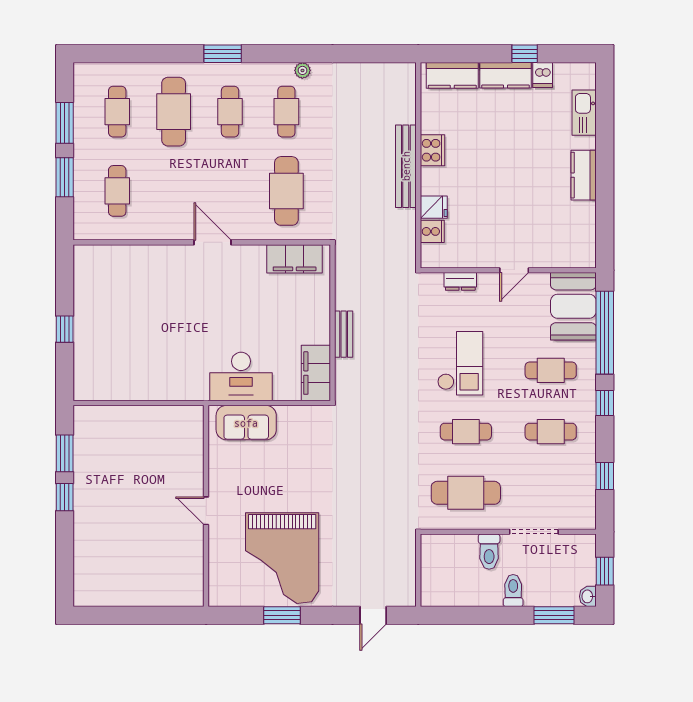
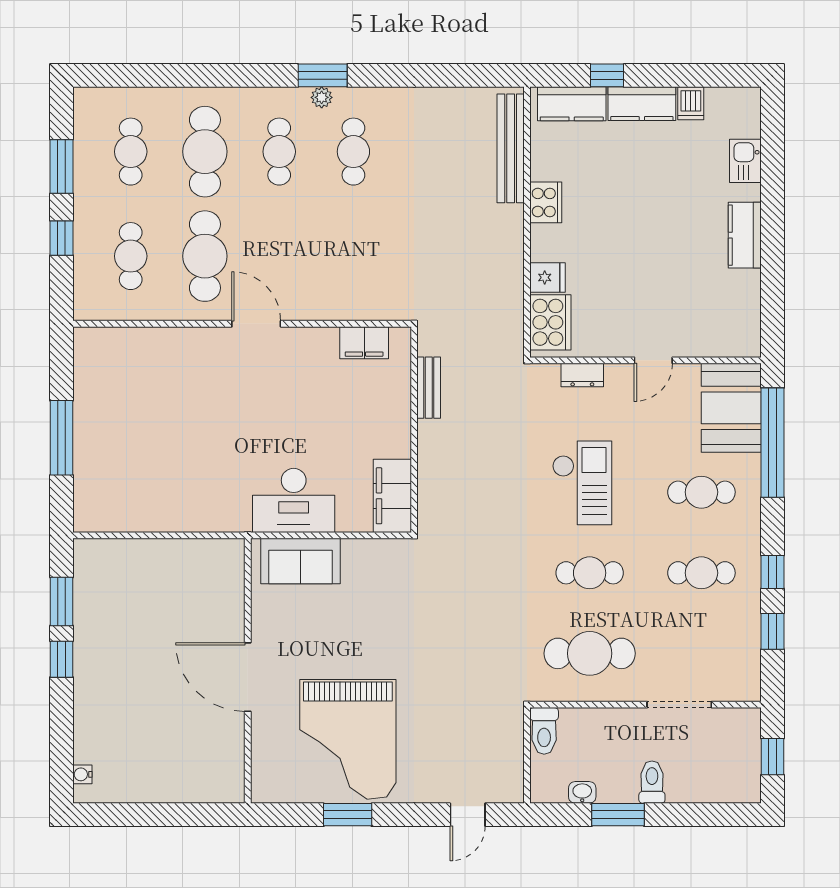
window: (223, 54) -> (323, 75), moved
window: (525, 54) -> (607, 75), moved
plant: (302, 70) -> (322, 97), moved
kitchen sink: (584, 113) -> (745, 161), width x0.73
bench: (406, 166) -> (511, 148), moved
window: (65, 177) -> (61, 238), width x0.67
cafe table: (286, 191) -> (205, 256), moved
cooker: (432, 231) -> (550, 322), width x1.87, depth x1.31
filing cabinet: (295, 259) -> (364, 343), width x0.67, depth x0.86
window: (65, 329) -> (61, 438), width x2.17
bench: (344, 334) -> (429, 388), moved
window: (605, 403) -> (772, 572), moved
door: (206, 511) -> (248, 677), width x1.88
toilet: (489, 552) -> (544, 731), moved
water cooler: (80, 585) -> (82, 774), added
washbasin: (588, 596) -> (582, 792), moved, turned 90
window: (554, 615) -> (618, 815), moved

